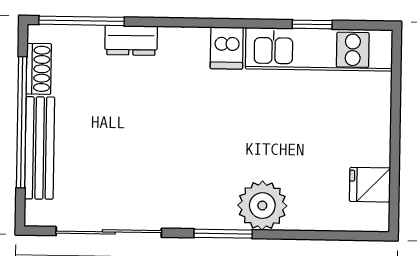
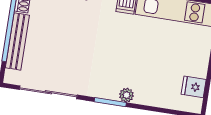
plant: (262, 206) -> (126, 95), width x0.53, depth x0.53

